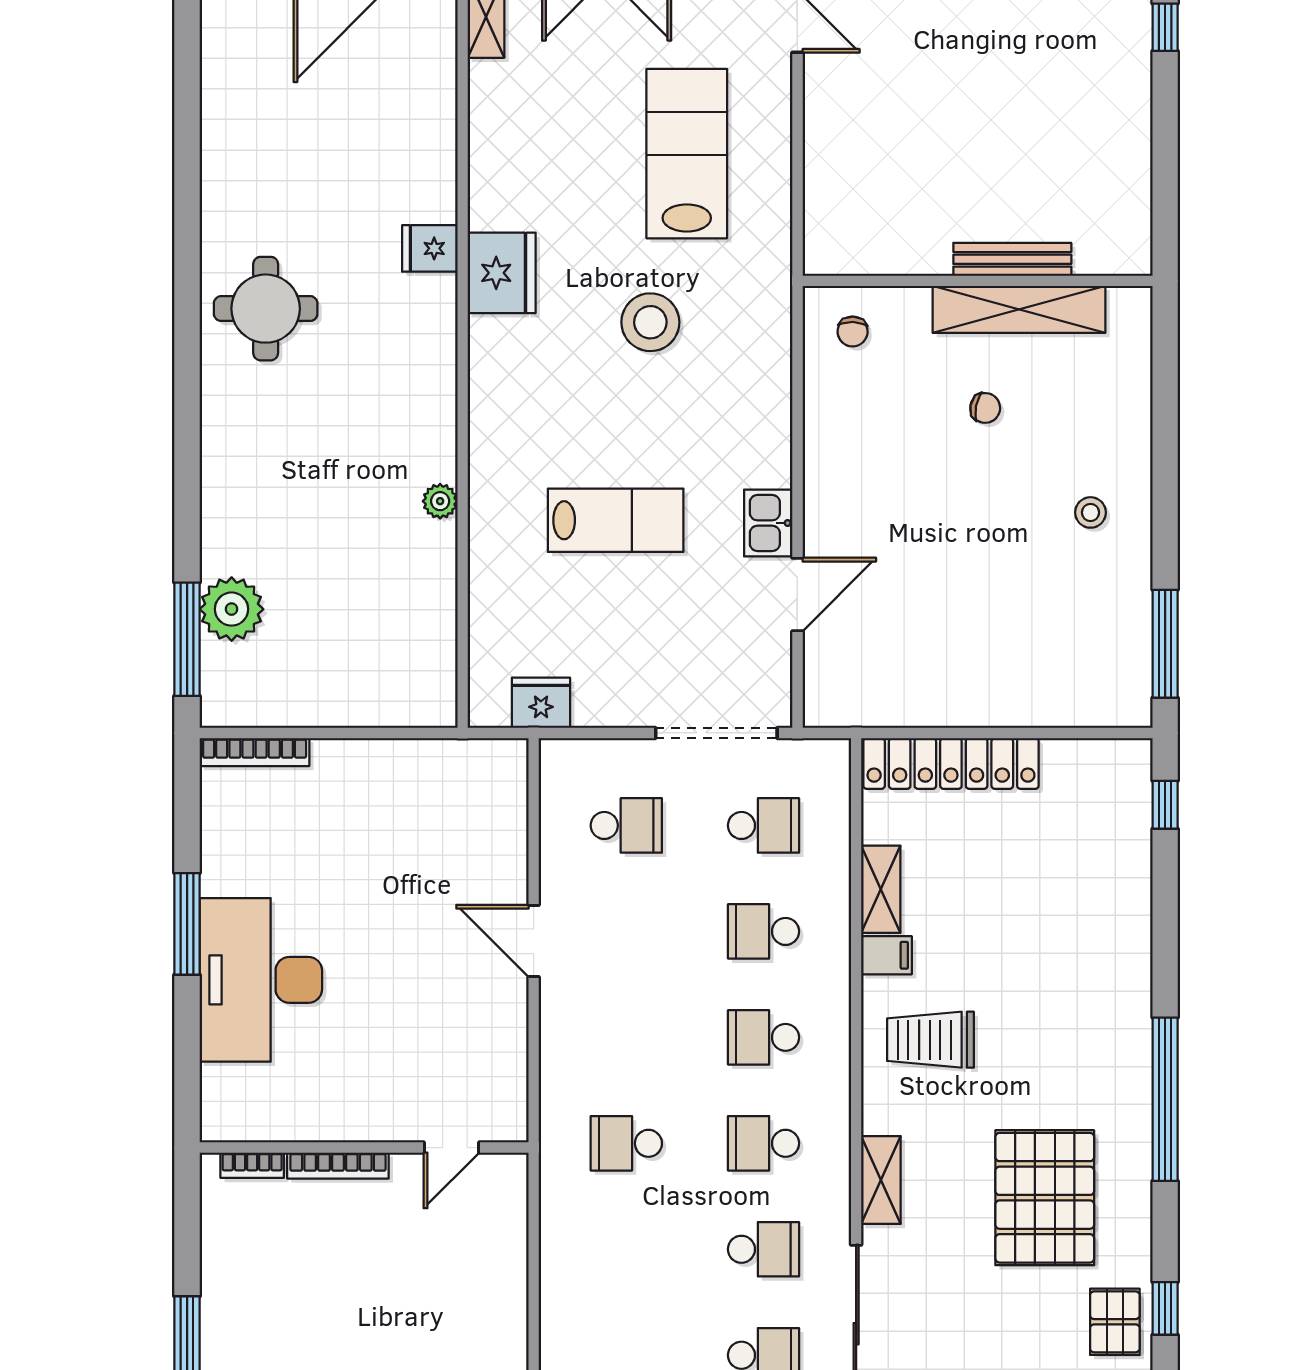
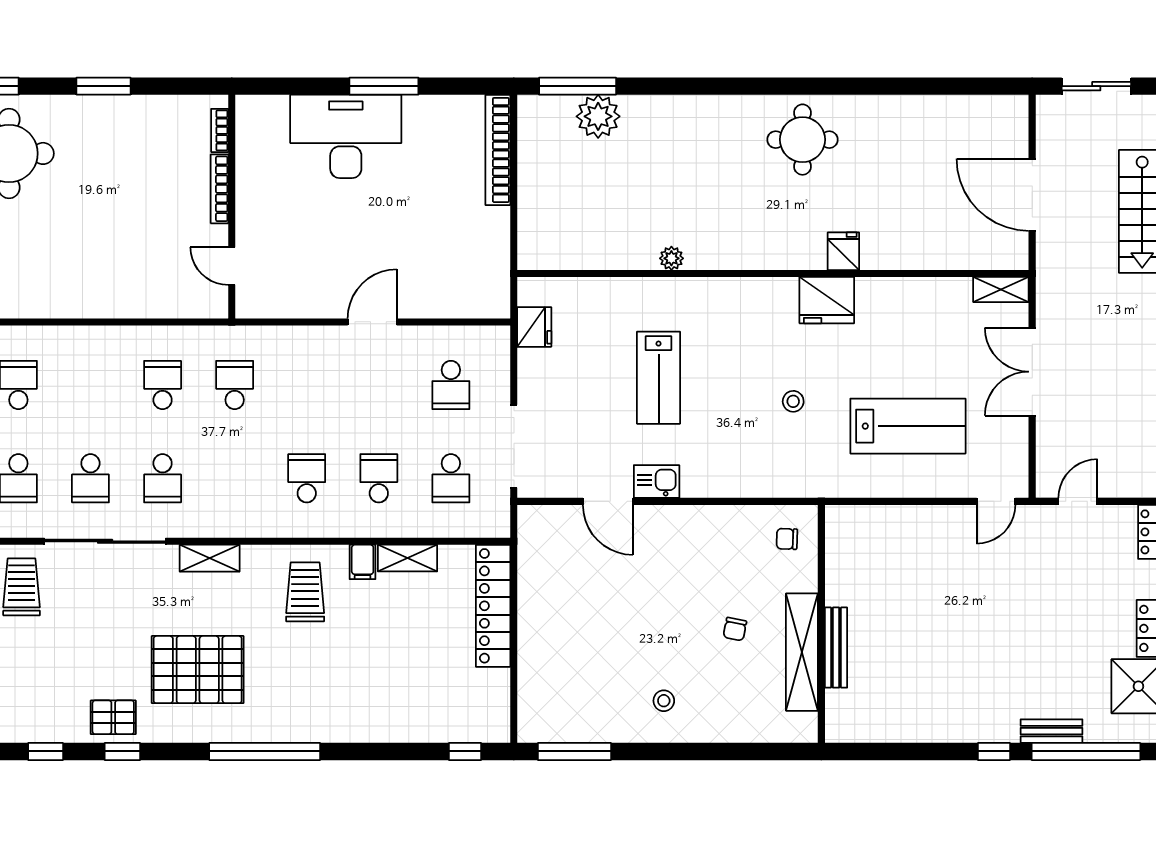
stool: (650, 322) -> (793, 401), width x0.53, depth x0.53
bookcase: (255, 752) -> (498, 150), width x1.48, depth x1.31
school desk: (763, 1143) -> (163, 385), moved

